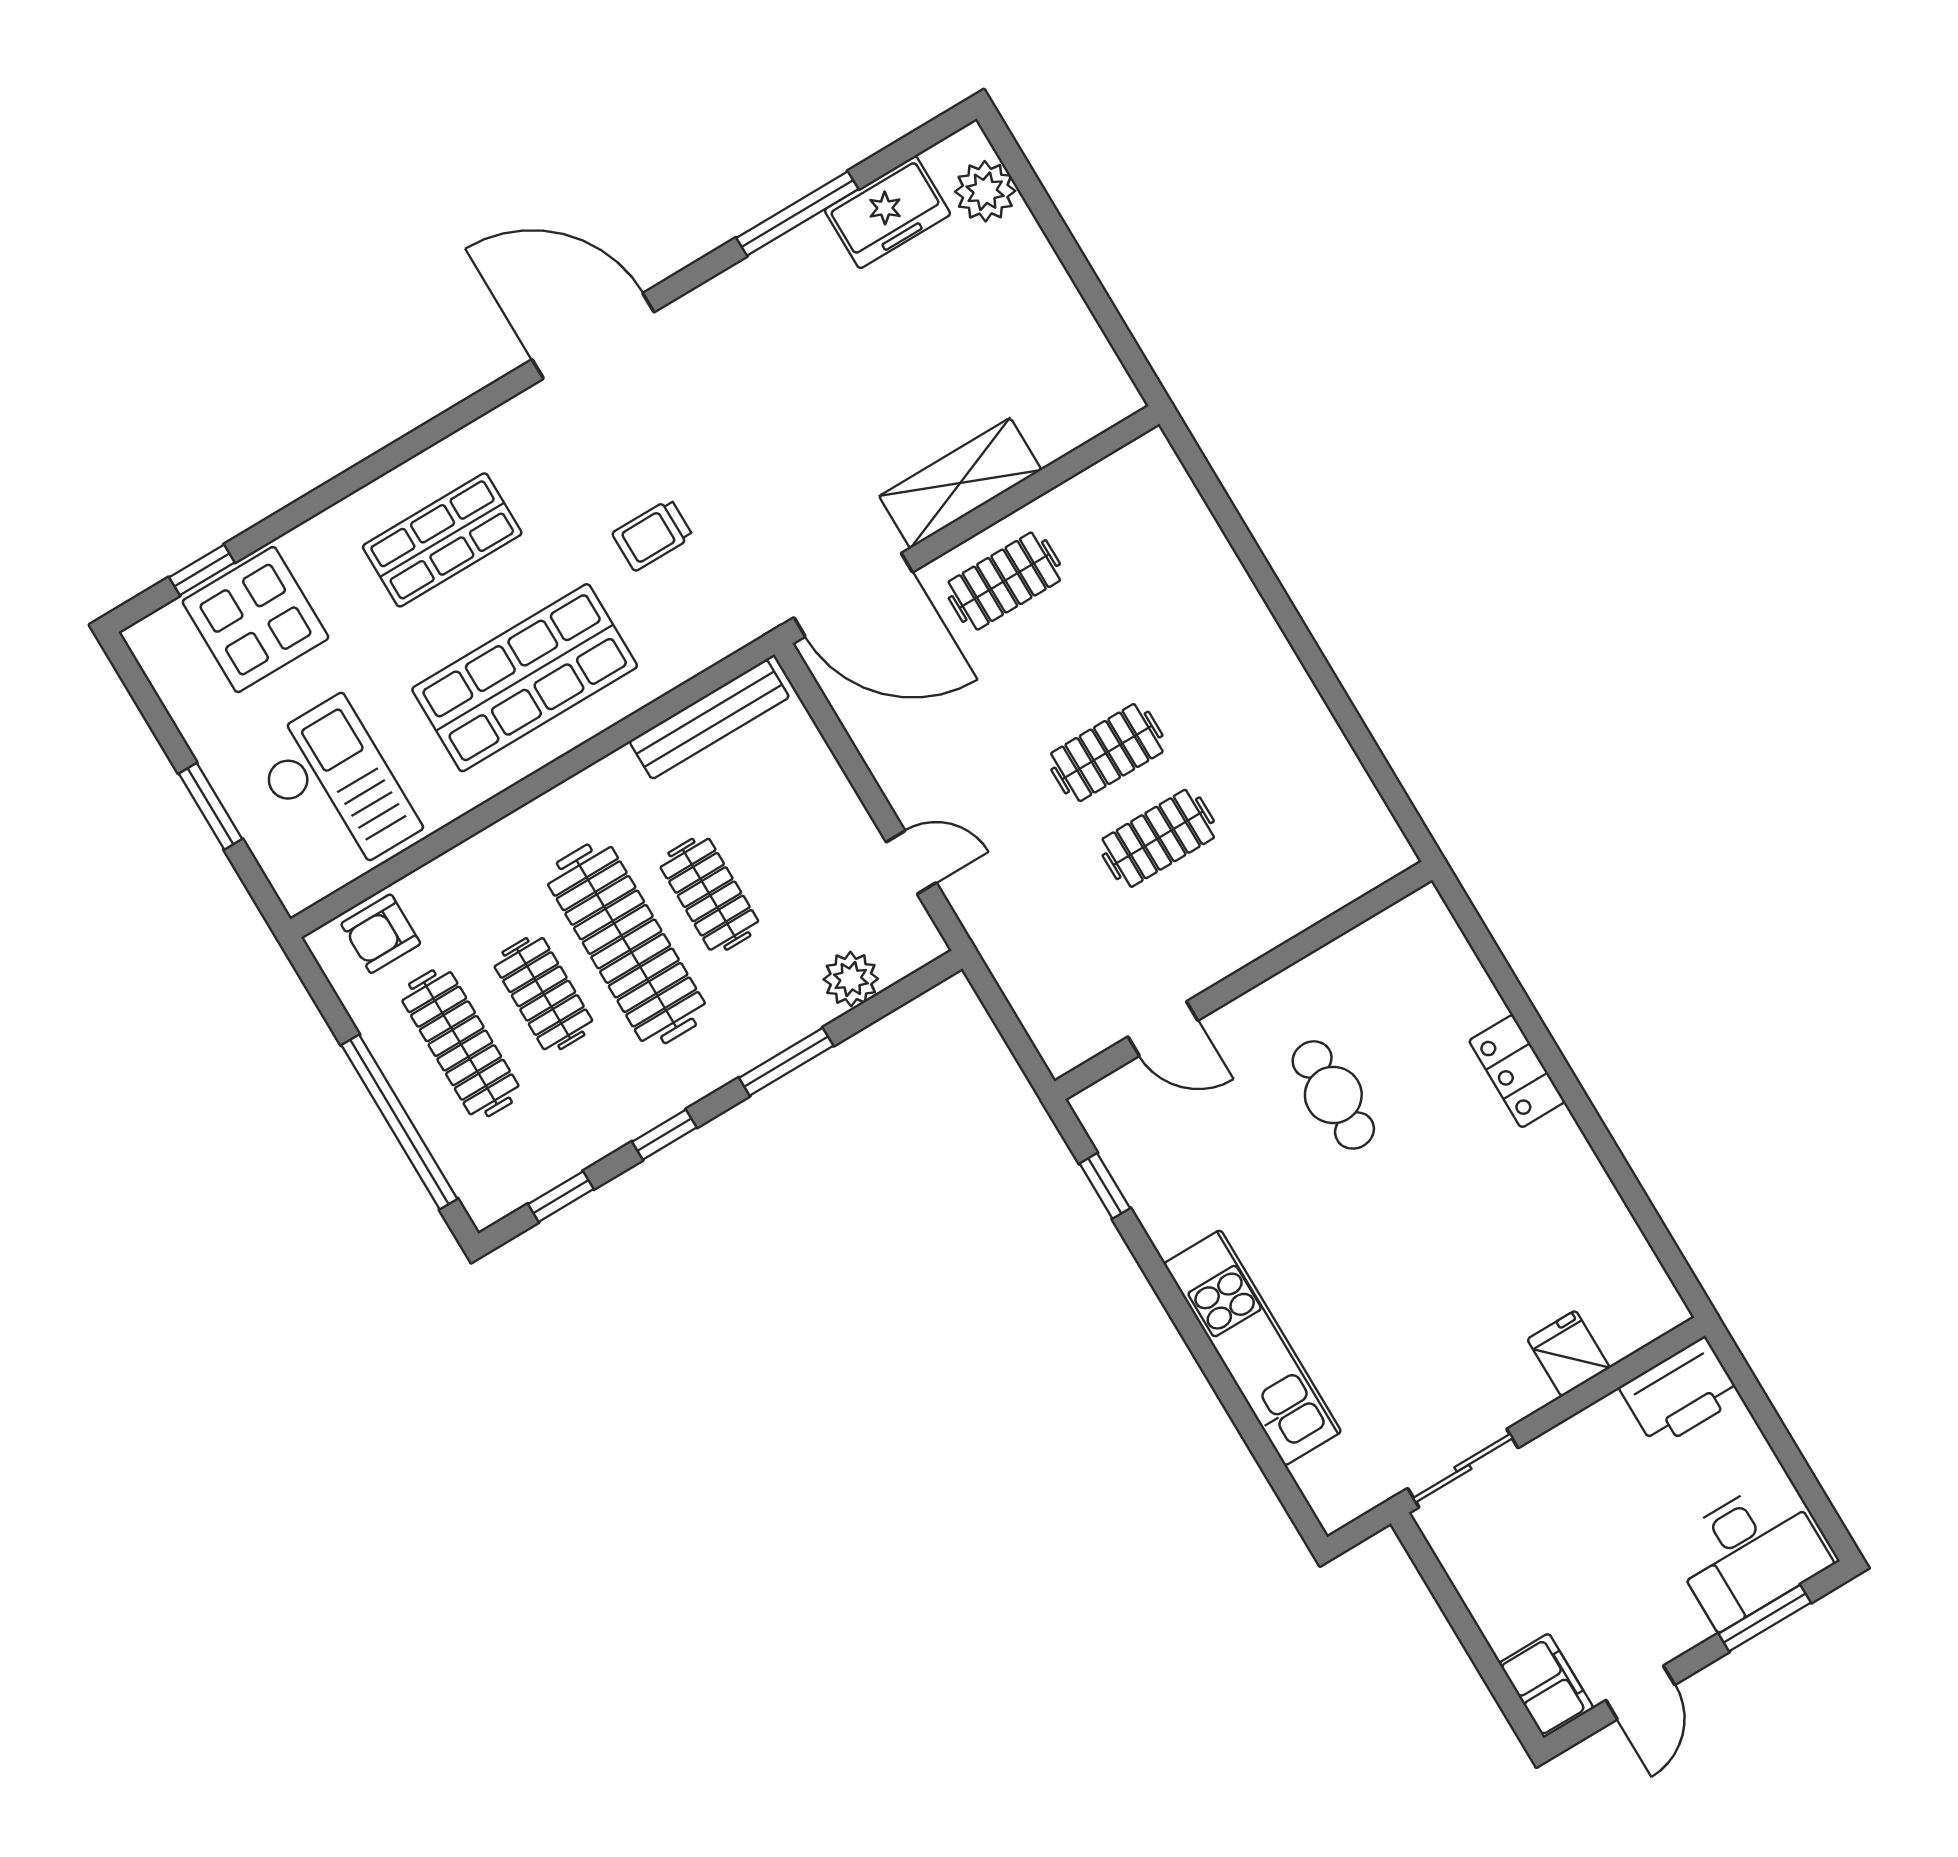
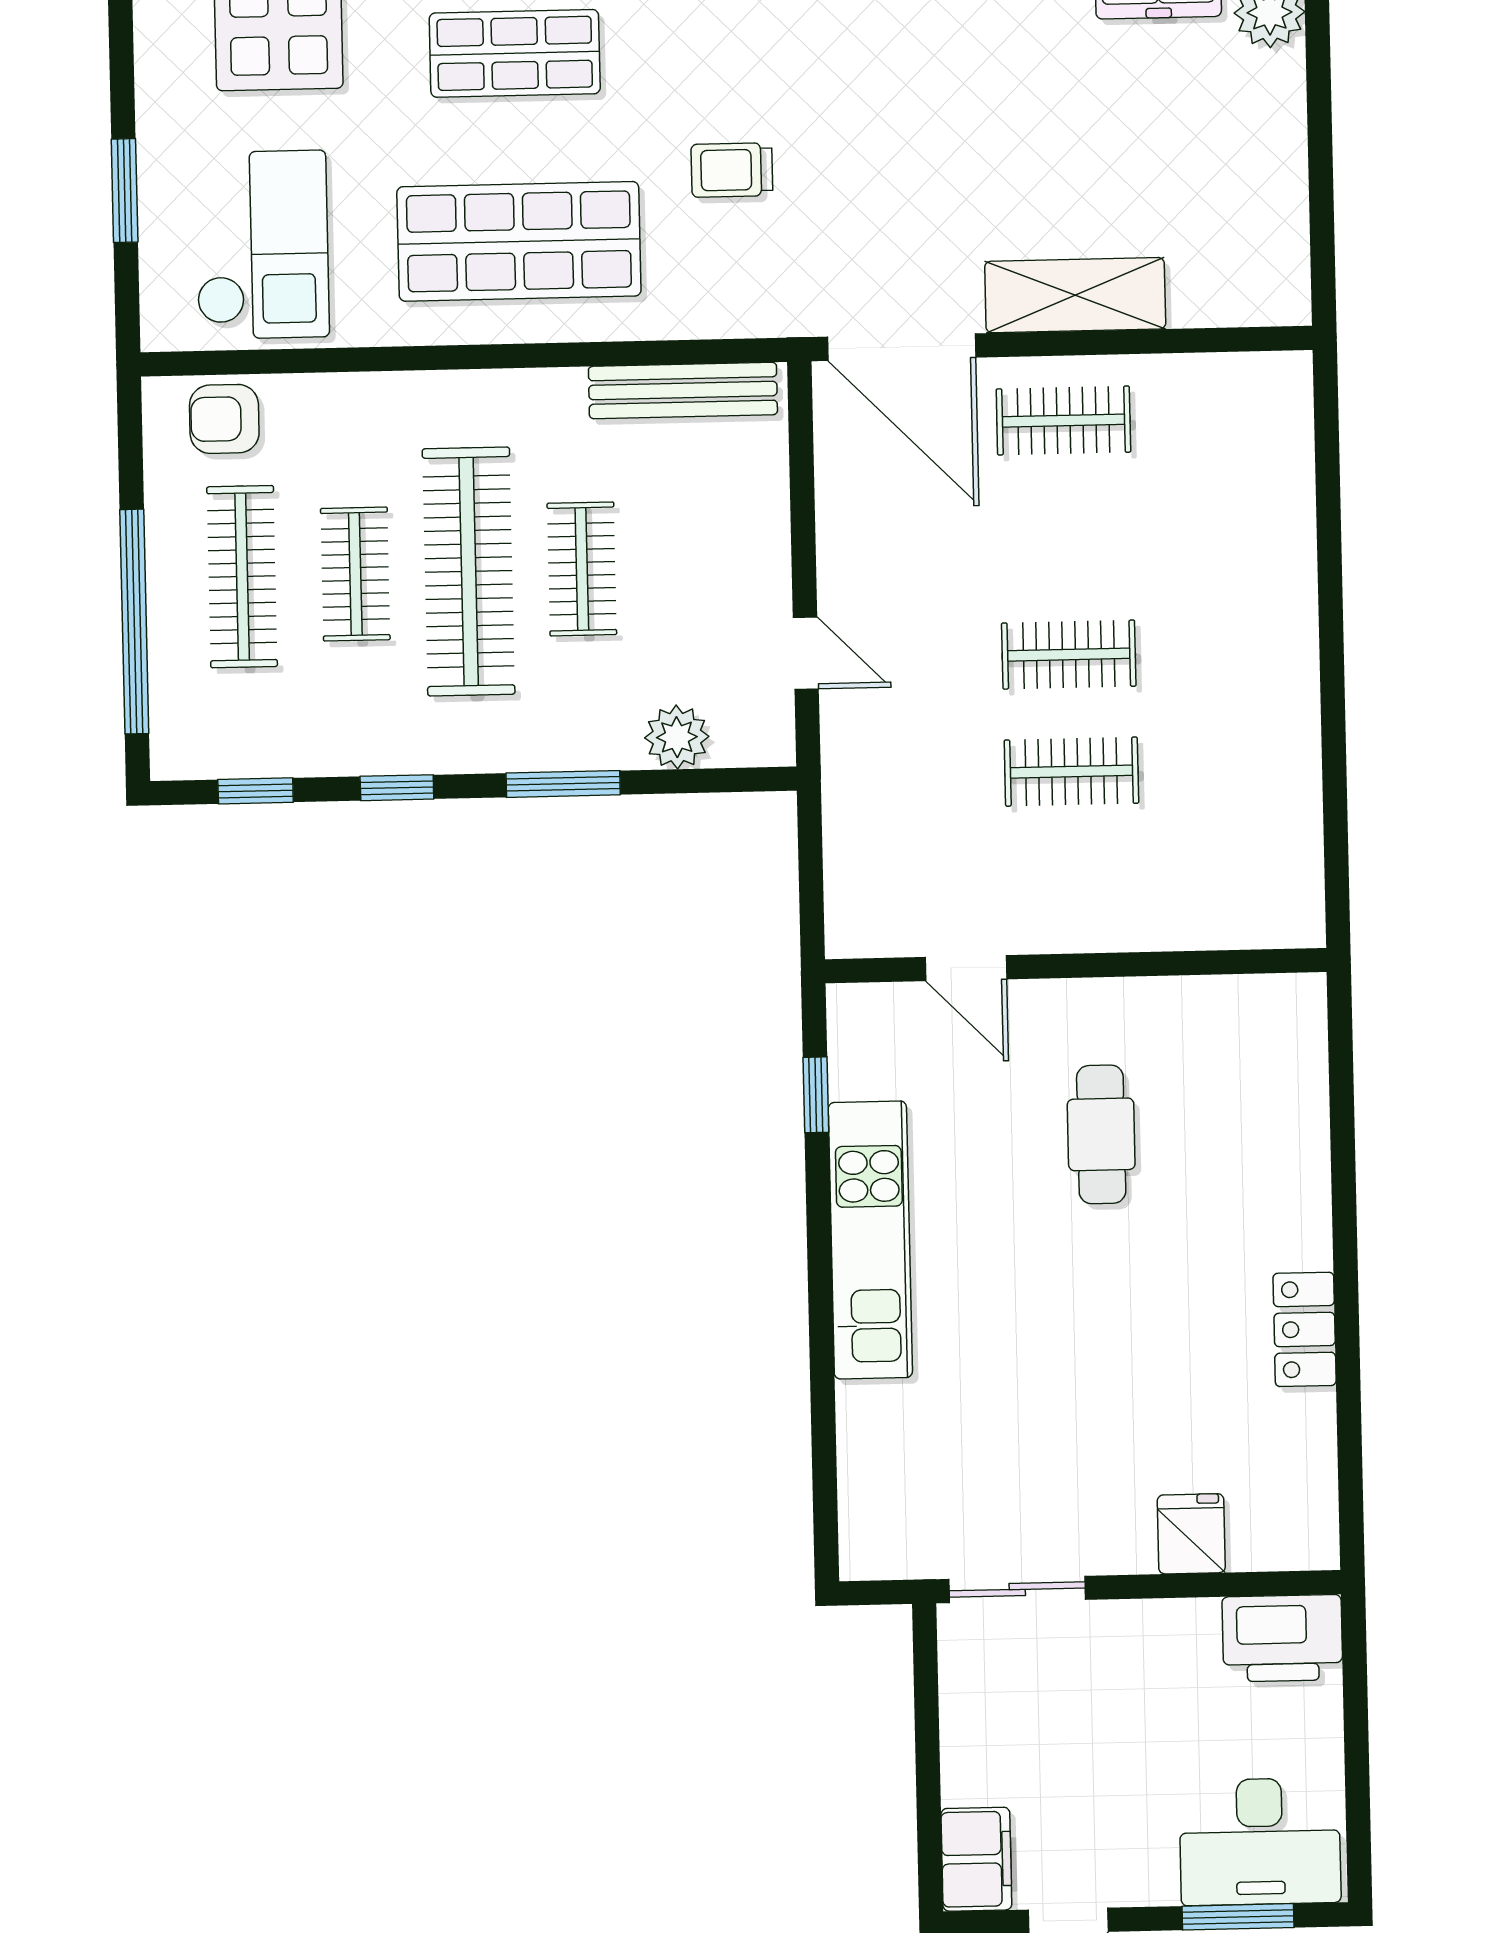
locker: (1517, 1071) -> (1305, 1329), moved
kitchen unit: (1253, 1348) -> (870, 1240), moved

